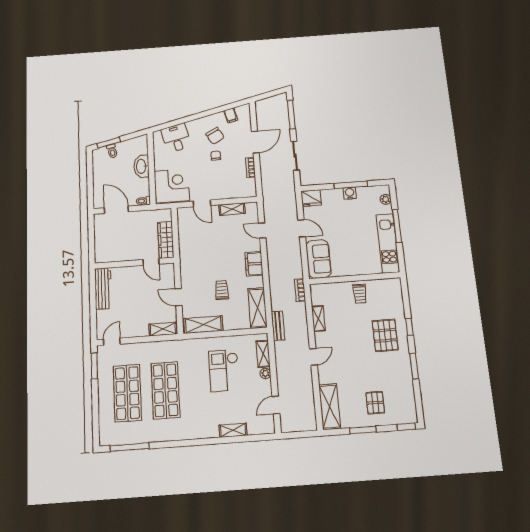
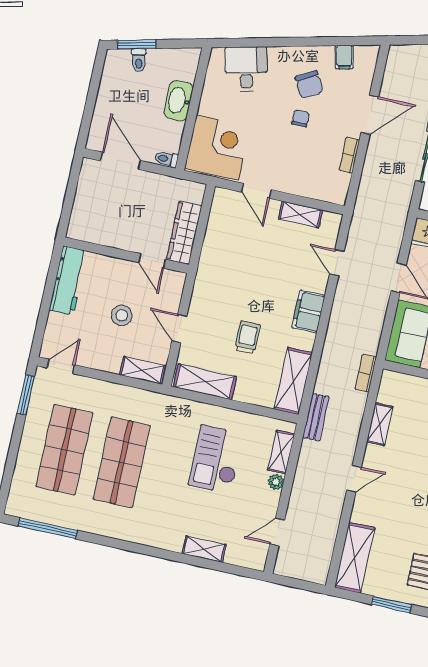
stool: (141, 300) -> (122, 315), added

